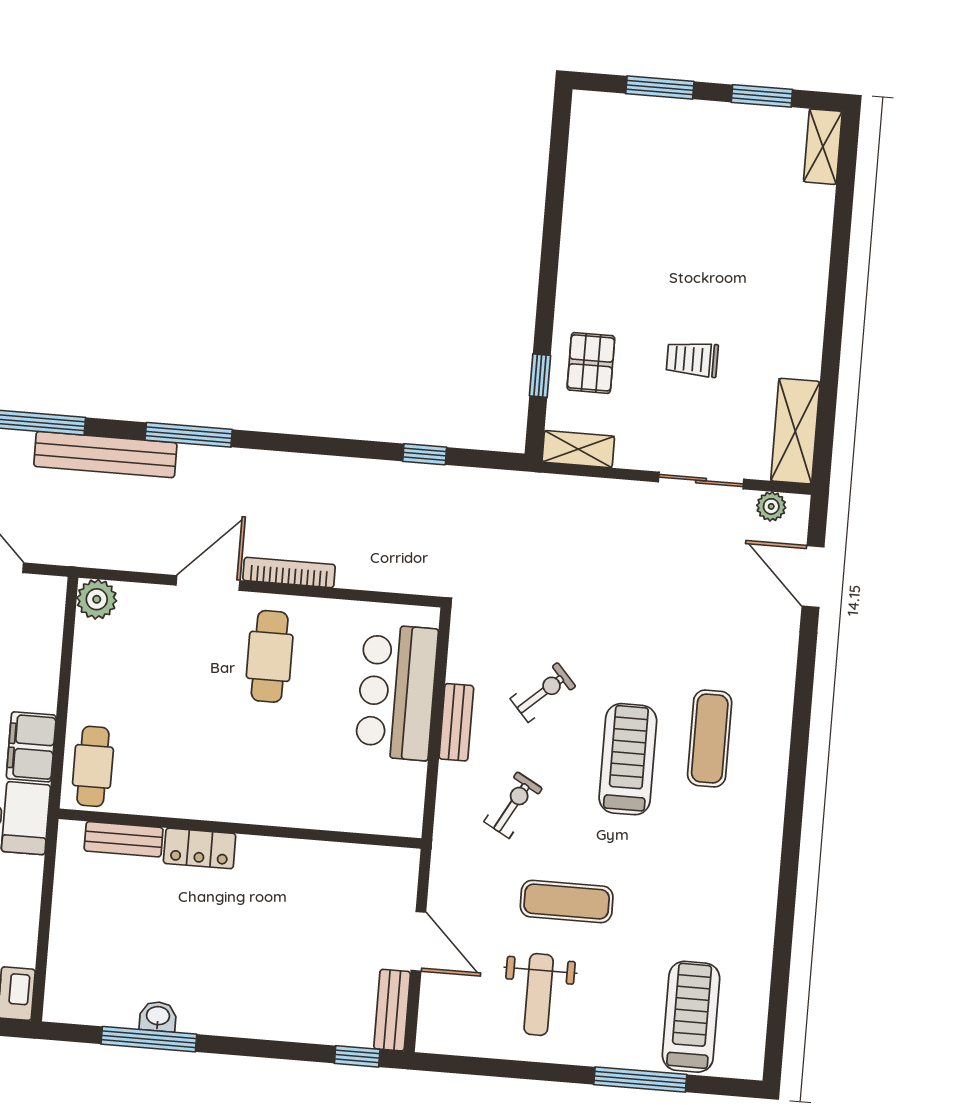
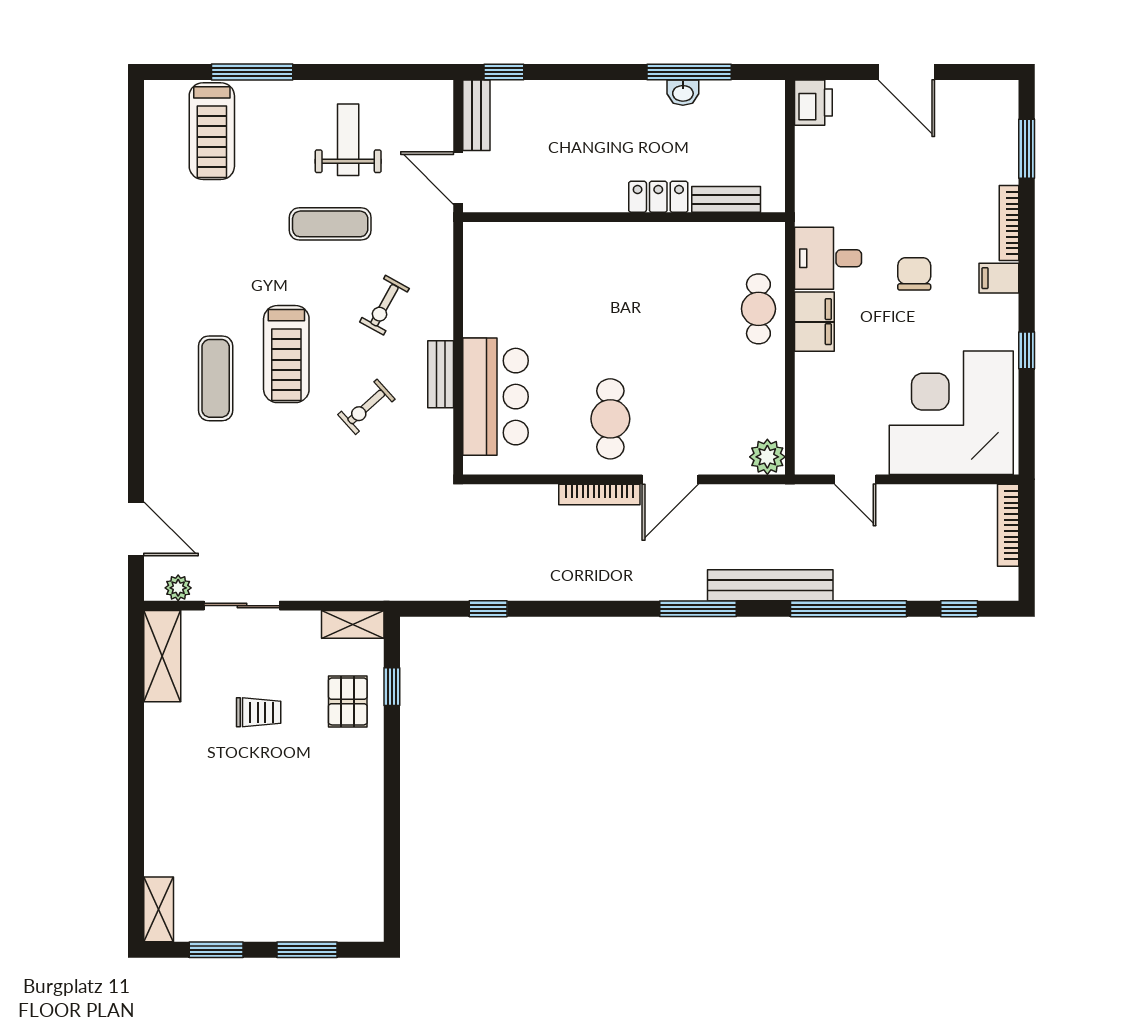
wall: (240, 829) -> (624, 217), moved
bench: (124, 839) -> (726, 199), moved
locker: (200, 848) -> (658, 197), moved

